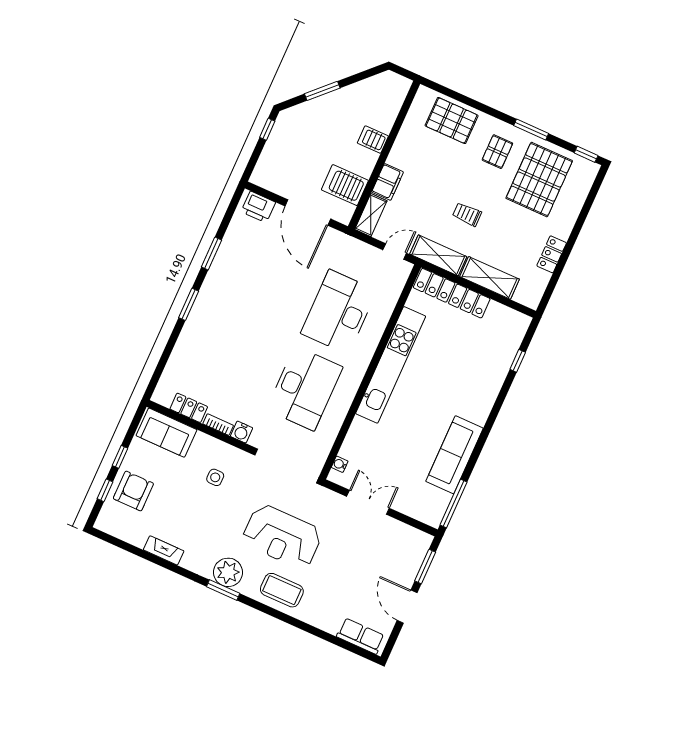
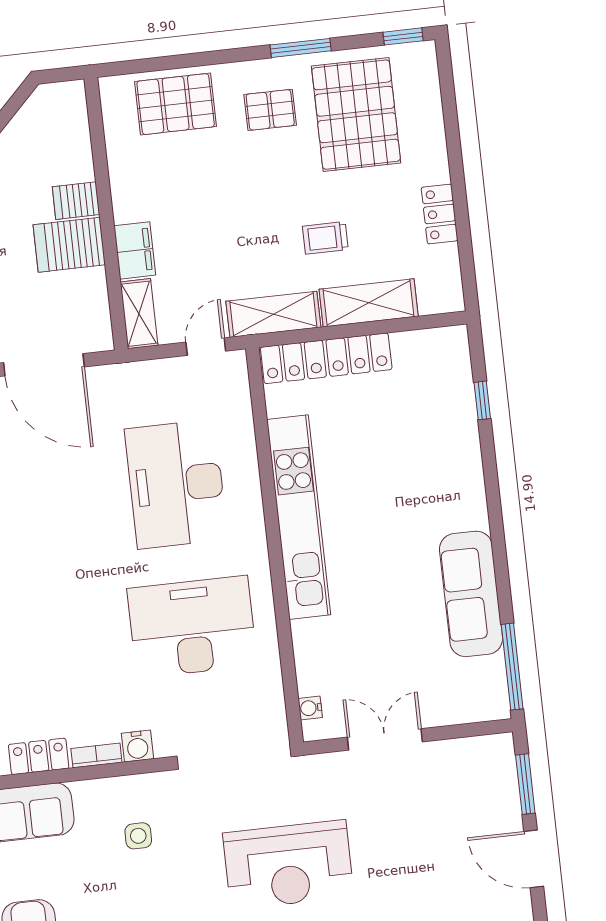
pallet: (497, 152) -> (270, 110), turned 90
server rack: (345, 185) -> (69, 245), moved
trolley: (467, 214) -> (325, 238), moved
desk: (304, 388) -> (192, 627), turned -90

